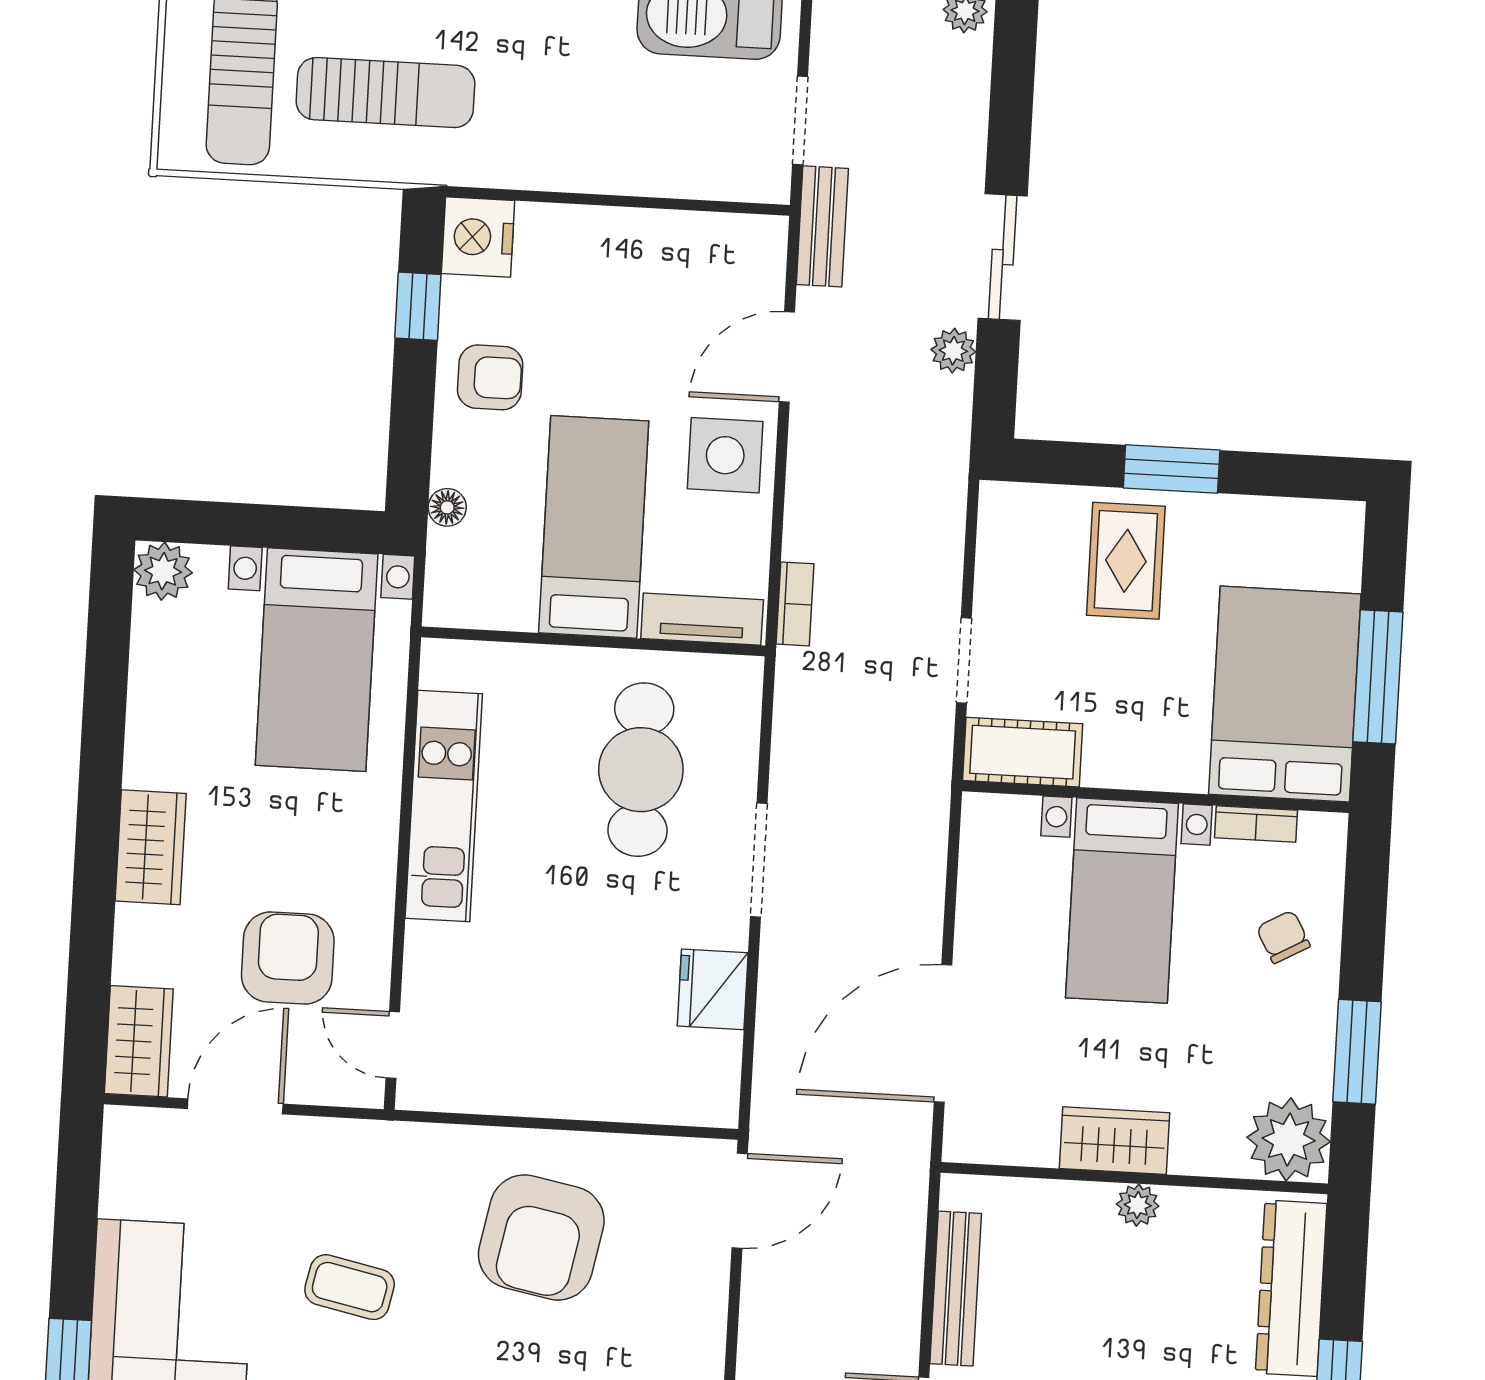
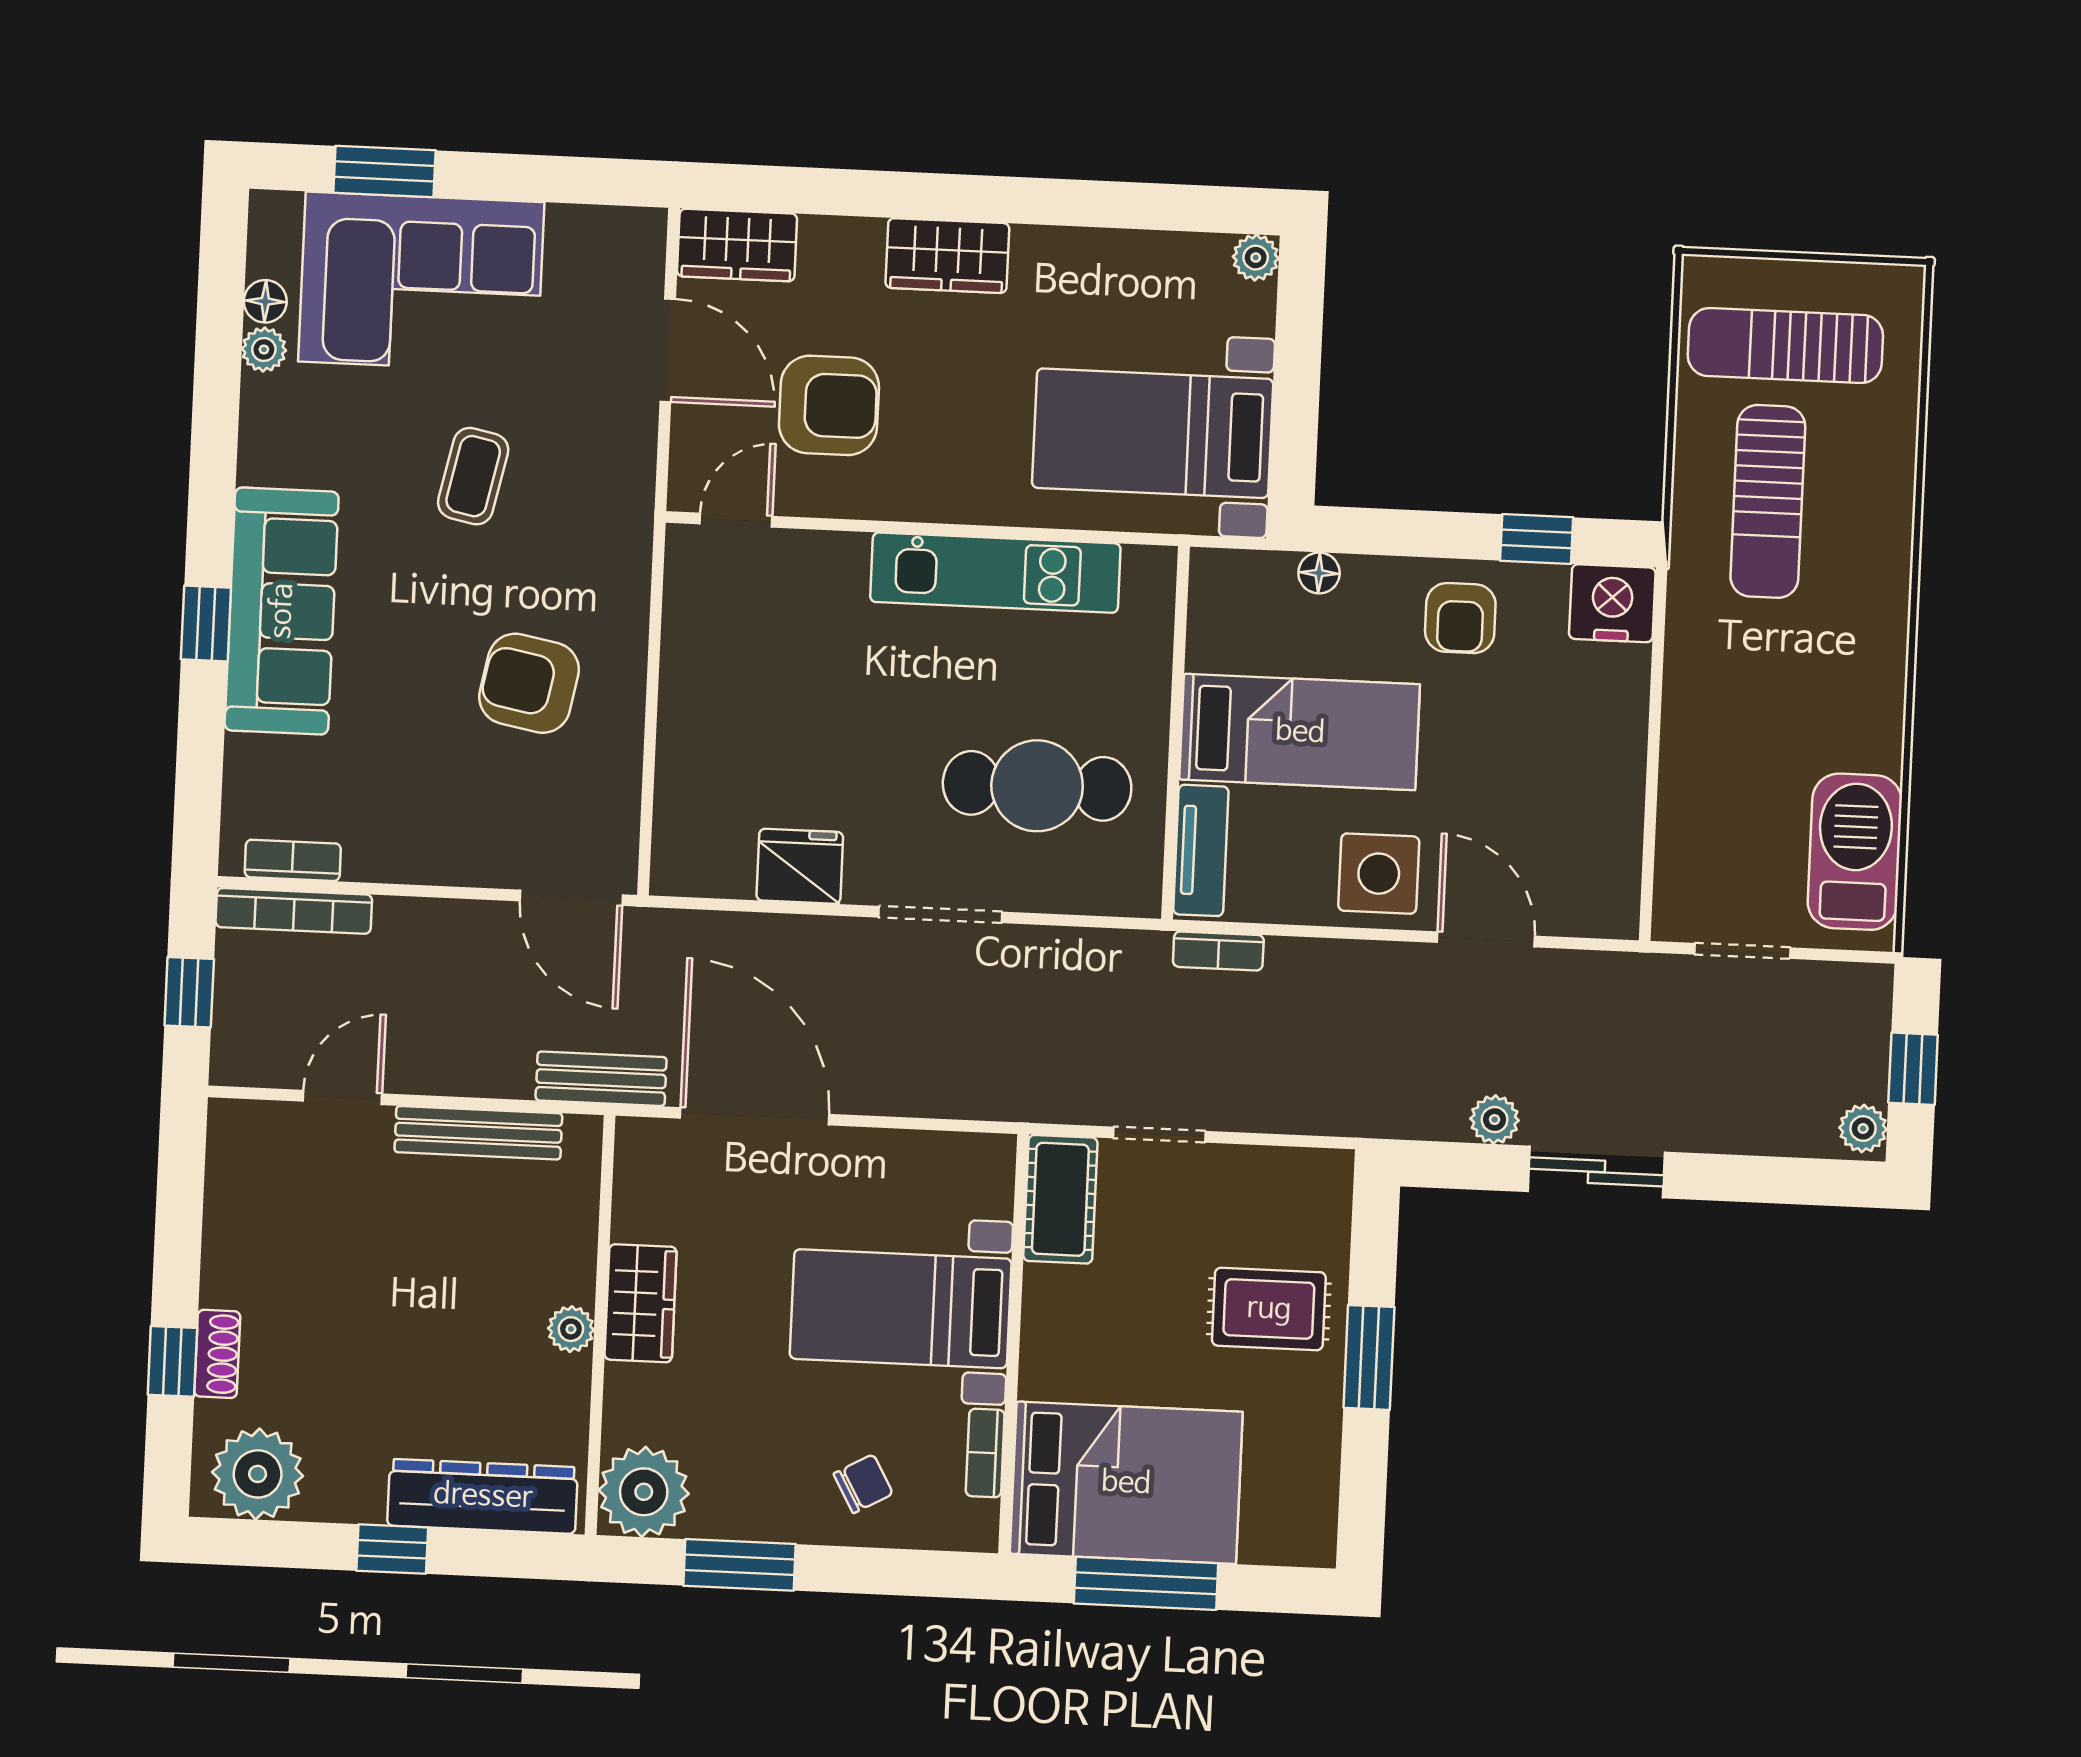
bench: (822, 226) -> (601, 1079), moved
plant: (163, 571) -> (1256, 258), width x0.73, depth x0.73
armchair: (541, 1237) -> (529, 683), width x0.73, depth x0.73

